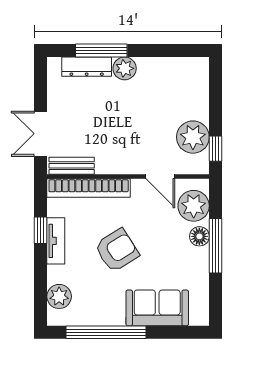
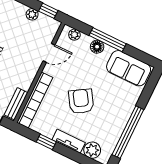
plant: (193, 137) -> (32, 14), width x0.53, depth x0.53
plant: (194, 206) -> (74, 35), width x0.53, depth x0.53
tv unit: (56, 241) -> (69, 141), moved
sofa: (157, 308) -> (129, 68), moved, turned -90

